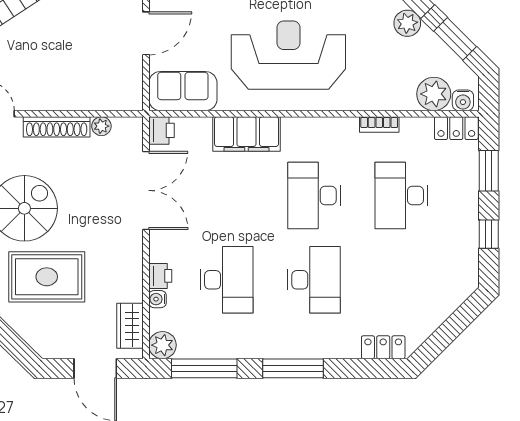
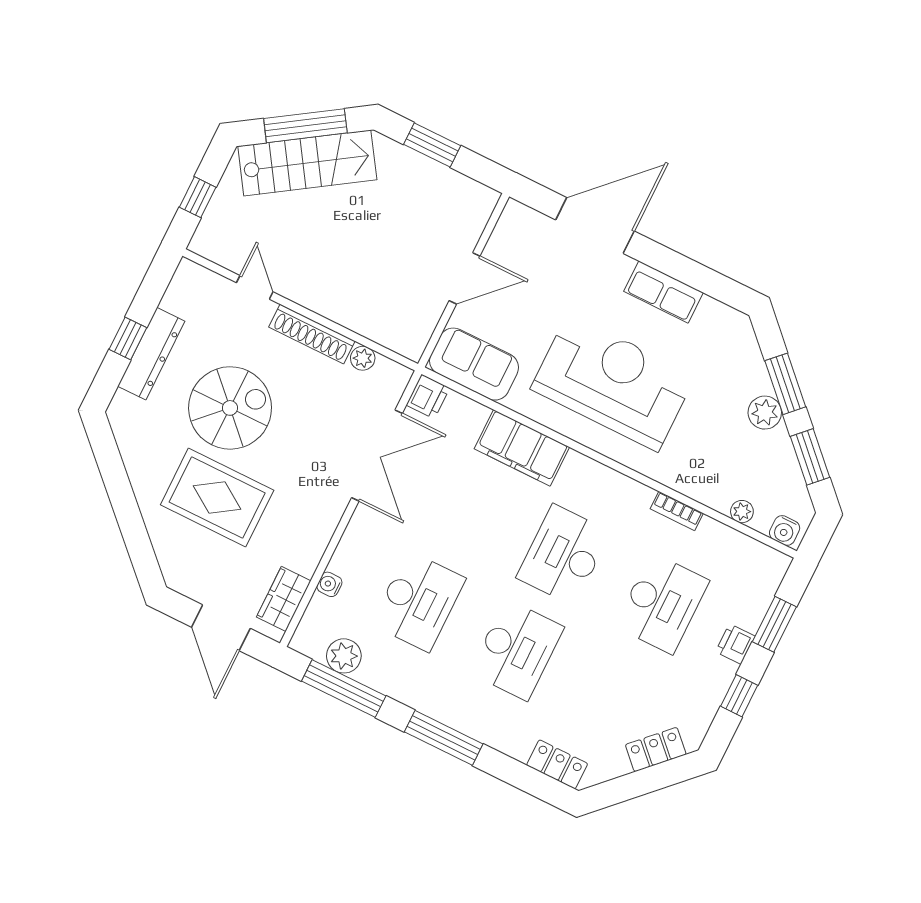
plant: (434, 94) -> (742, 512), width x0.53, depth x0.53
locker: (456, 128) -> (656, 749), moved, turned 135
desk: (401, 196) -> (662, 603), turned 180
printer: (160, 276) -> (735, 644), moved, turned 180
plant: (162, 345) -> (344, 656), moved

